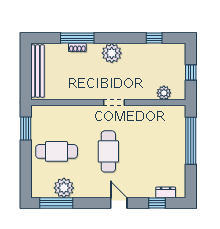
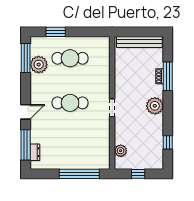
window: (26, 128) -> (56, 32), moved
cafe table: (57, 151) -> (70, 58), turned 90
window: (157, 203) -> (26, 145), width x2.17

